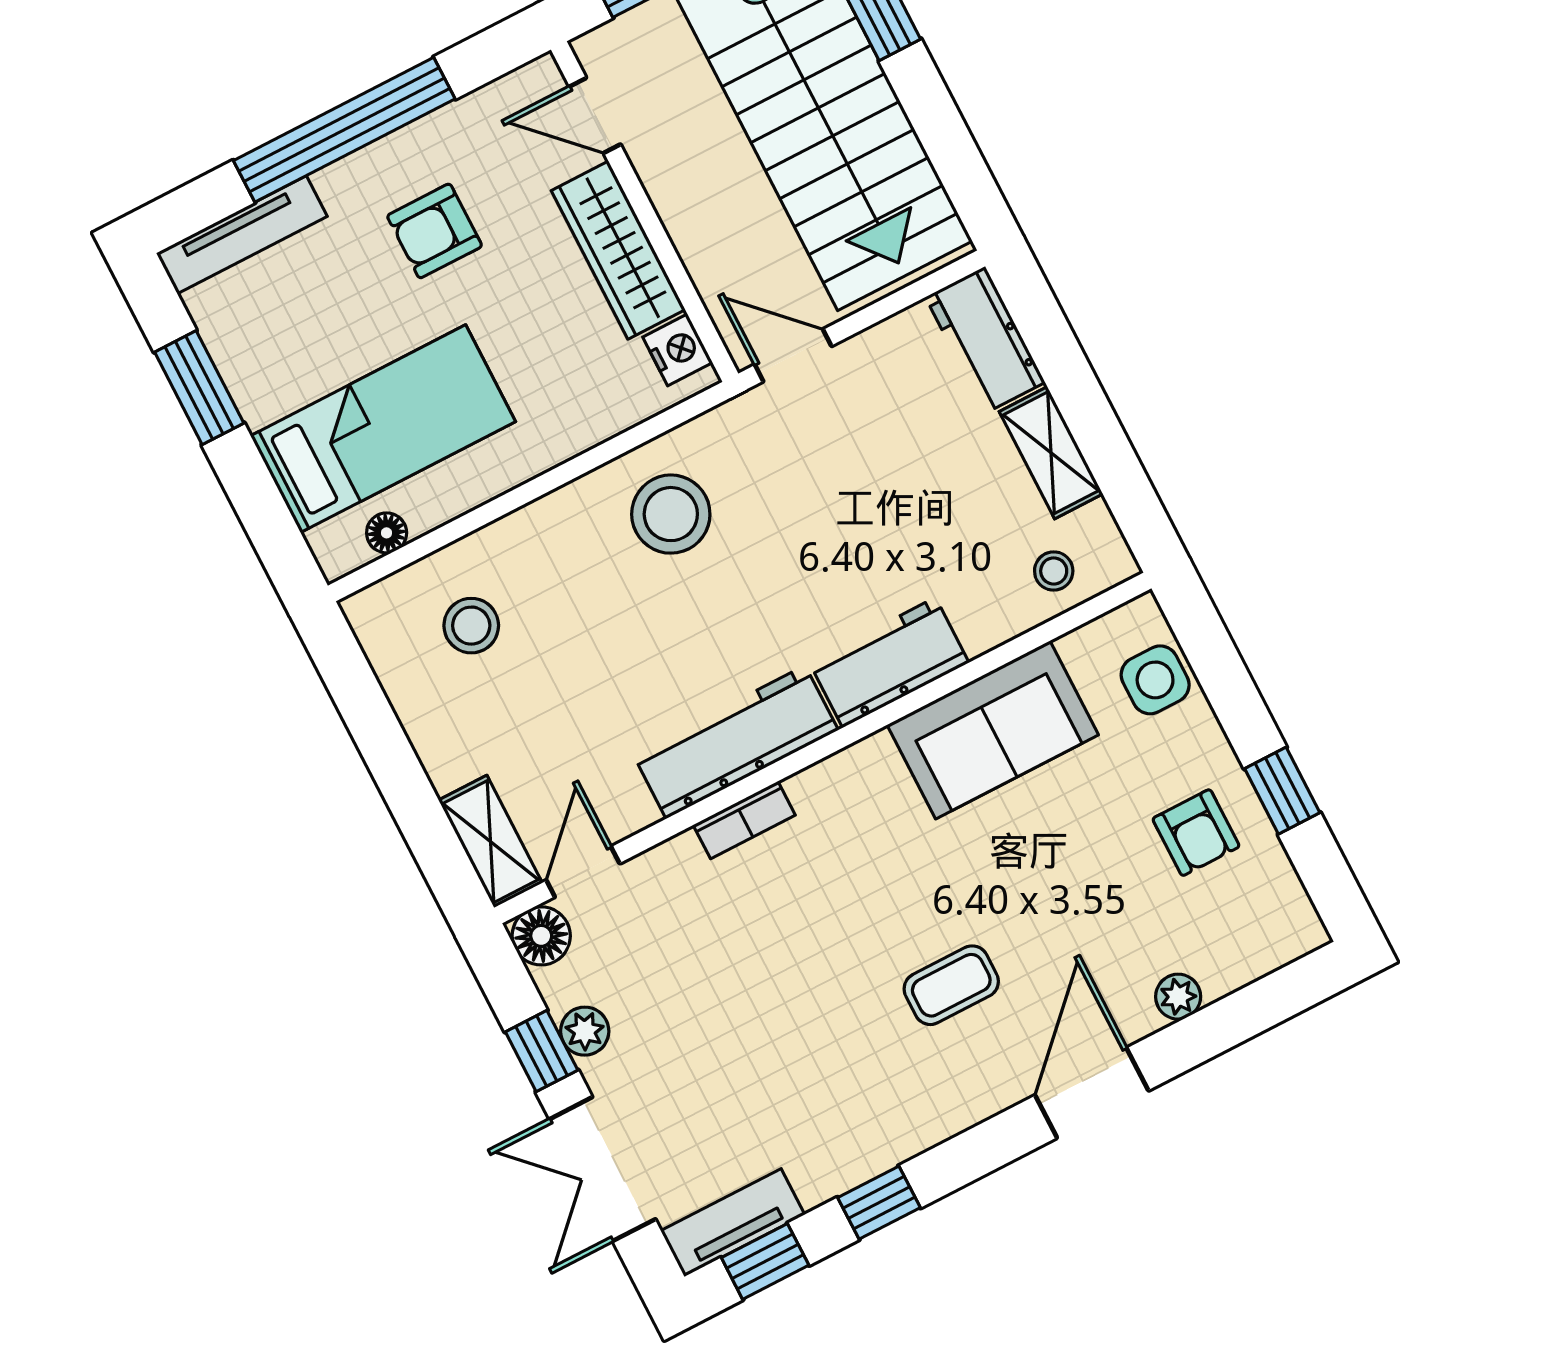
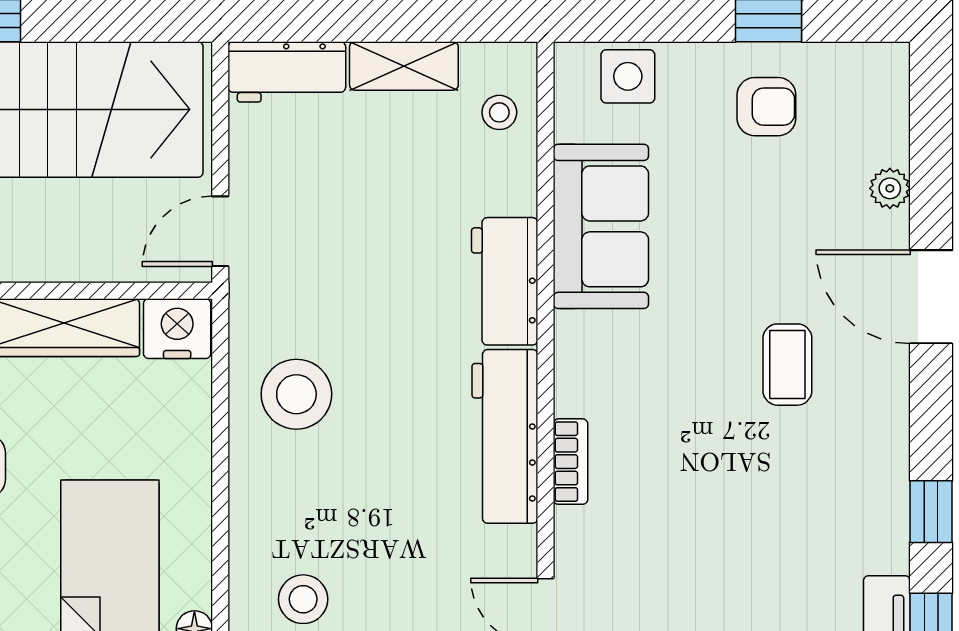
nightstand: (678, 350) -> (177, 329), width x1.36, depth x1.33

